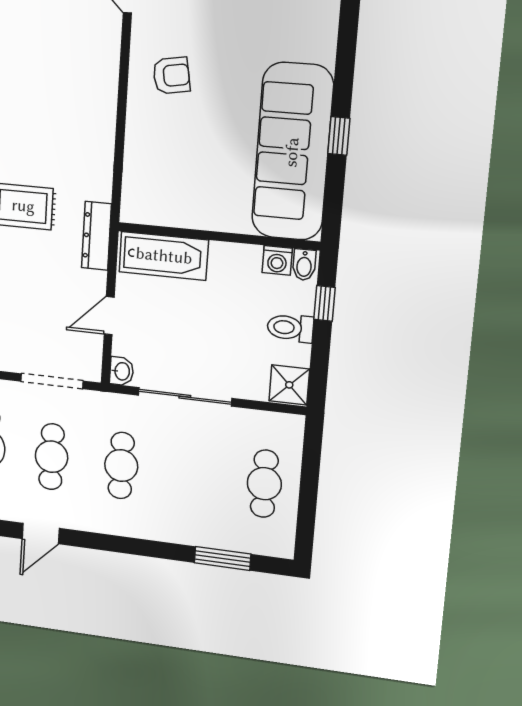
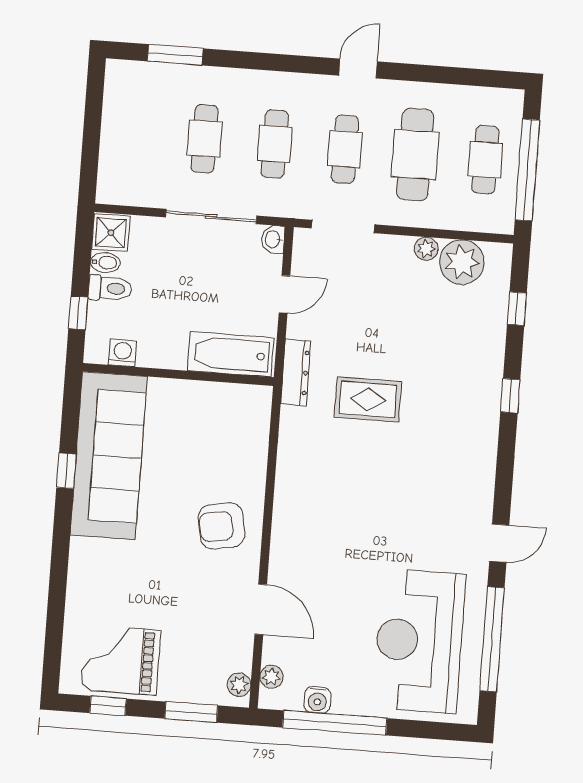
armchair: (171, 76) -> (221, 526), width x1.38, depth x1.38
bidet: (304, 265) -> (105, 263), moved, turned 90
cafe table: (264, 484) -> (205, 139), moved

